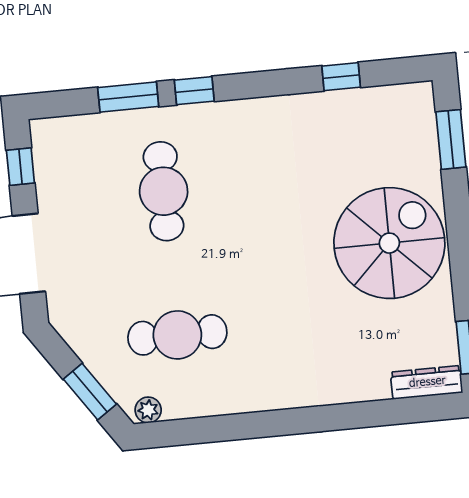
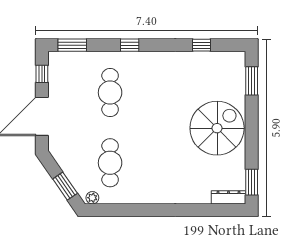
window: (128, 97) -> (72, 45), moved
cafe table: (177, 335) -> (110, 163), turned 90

